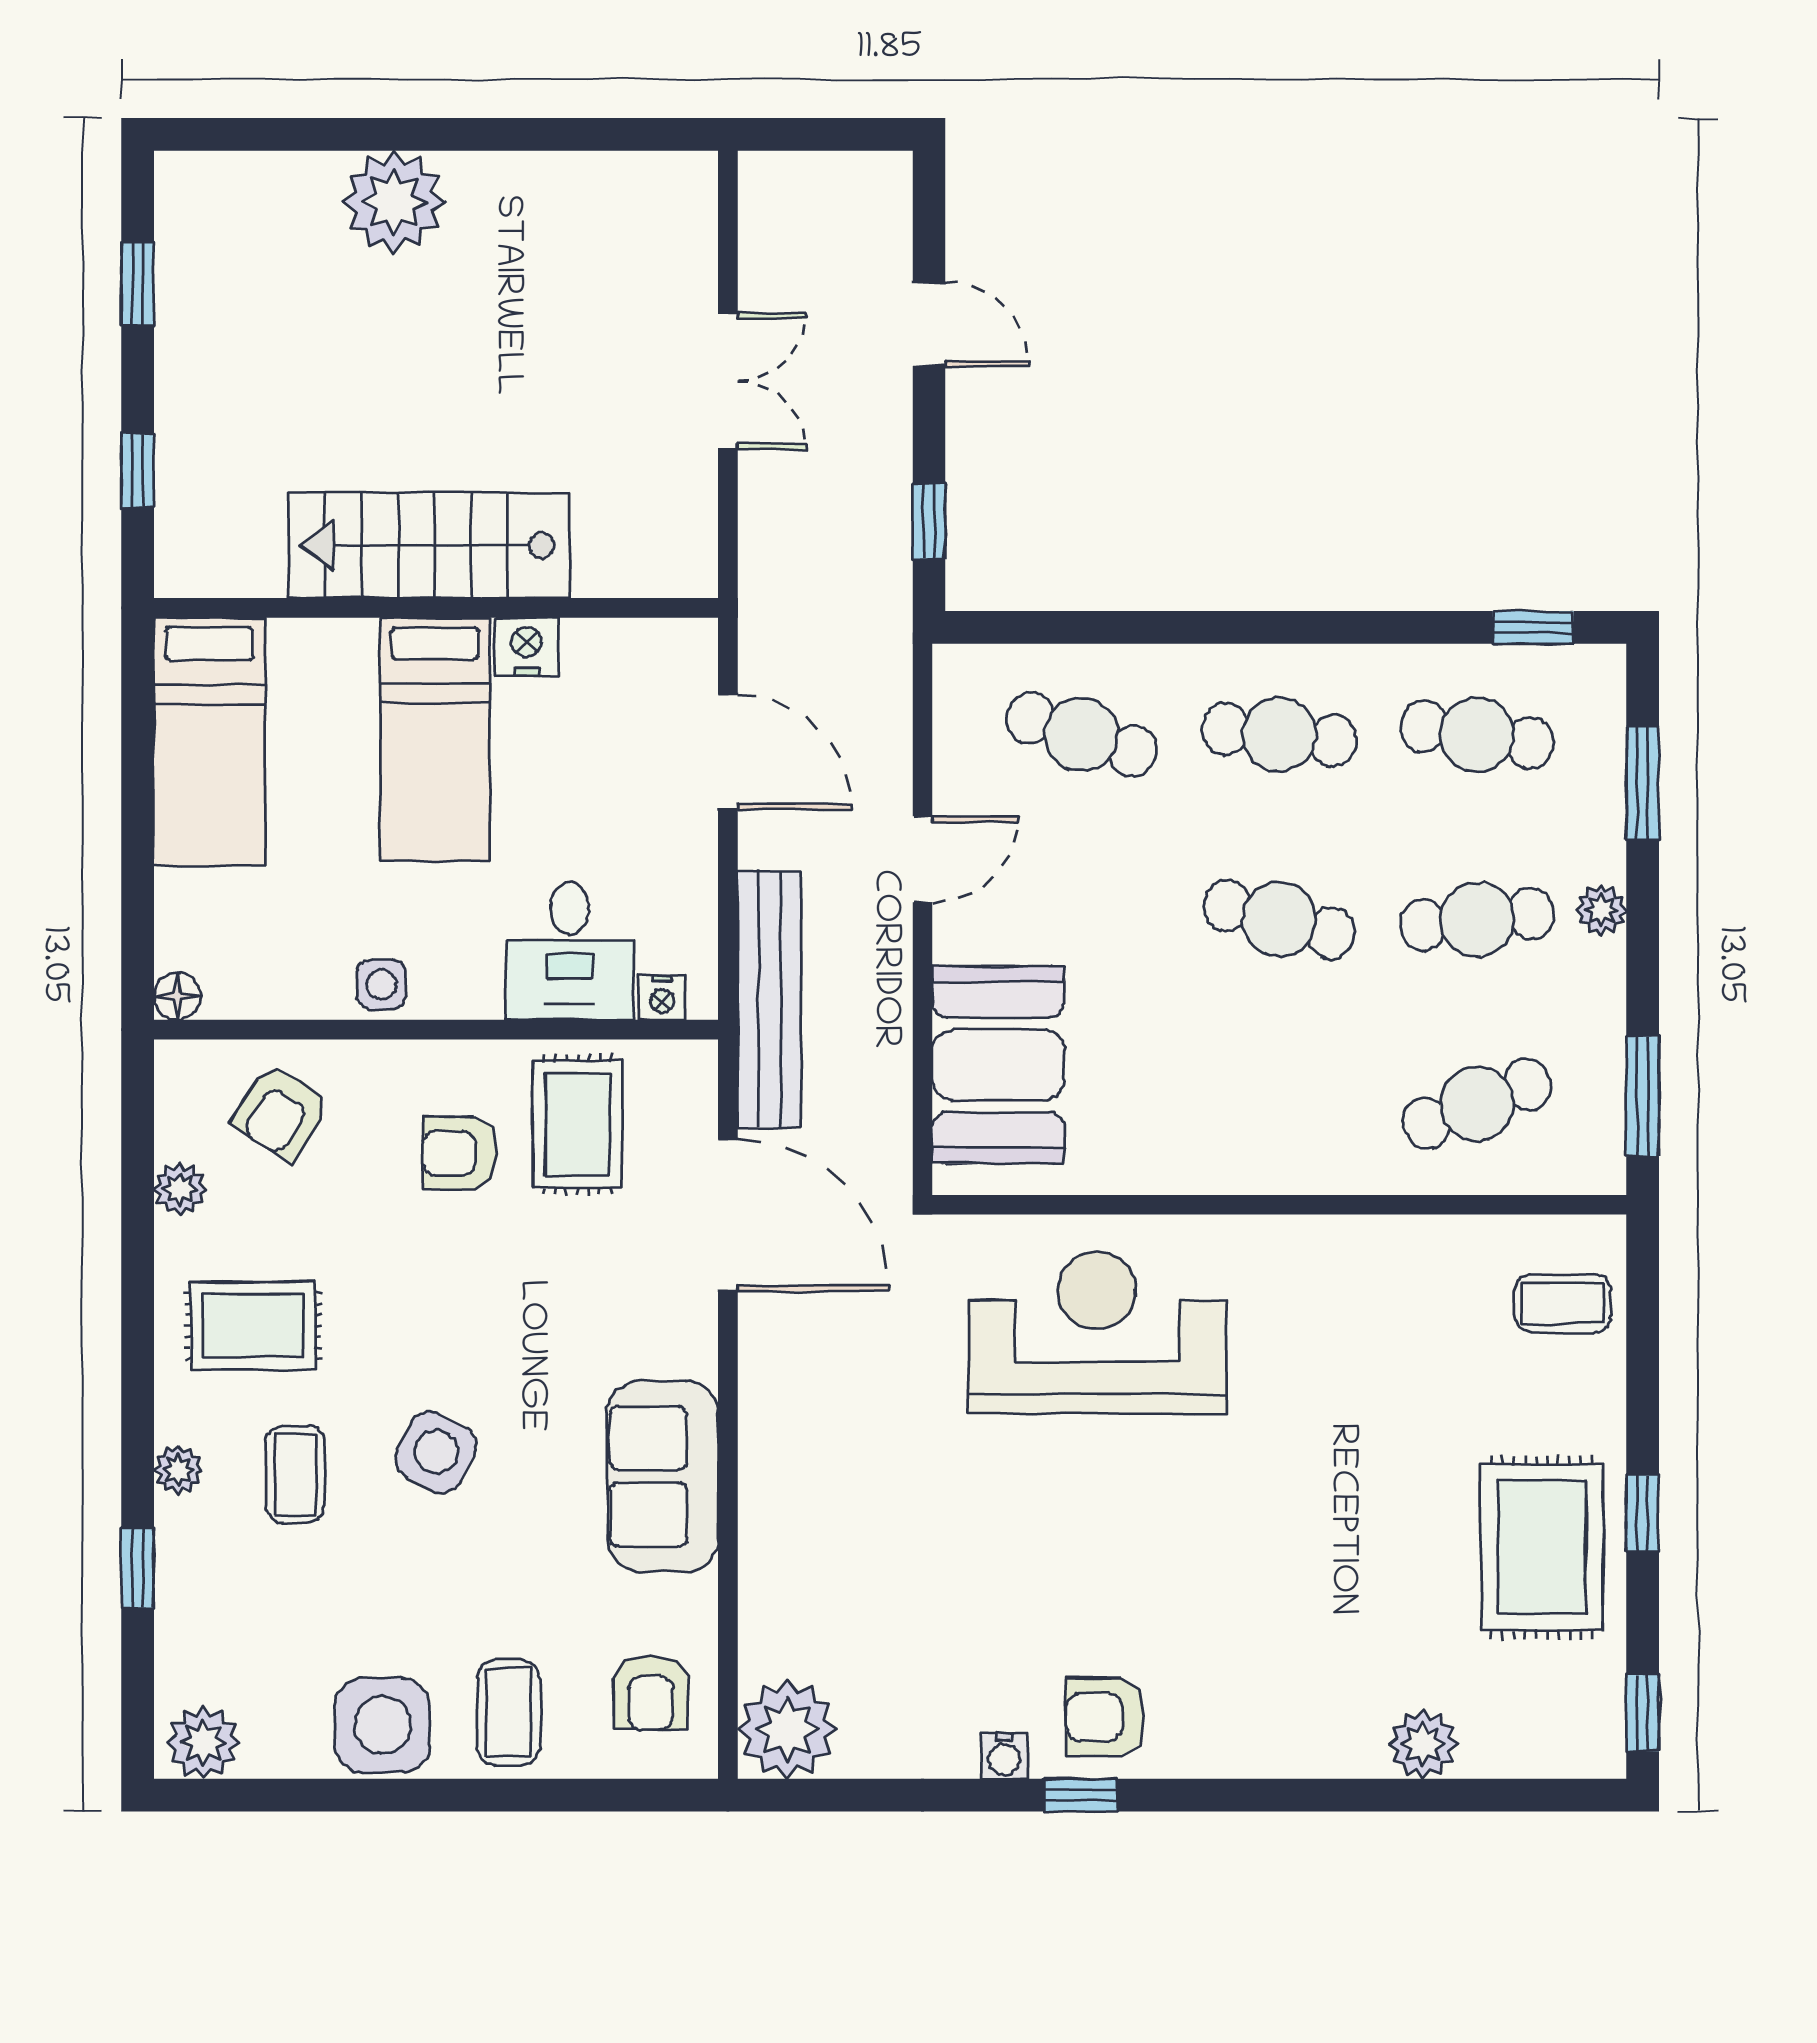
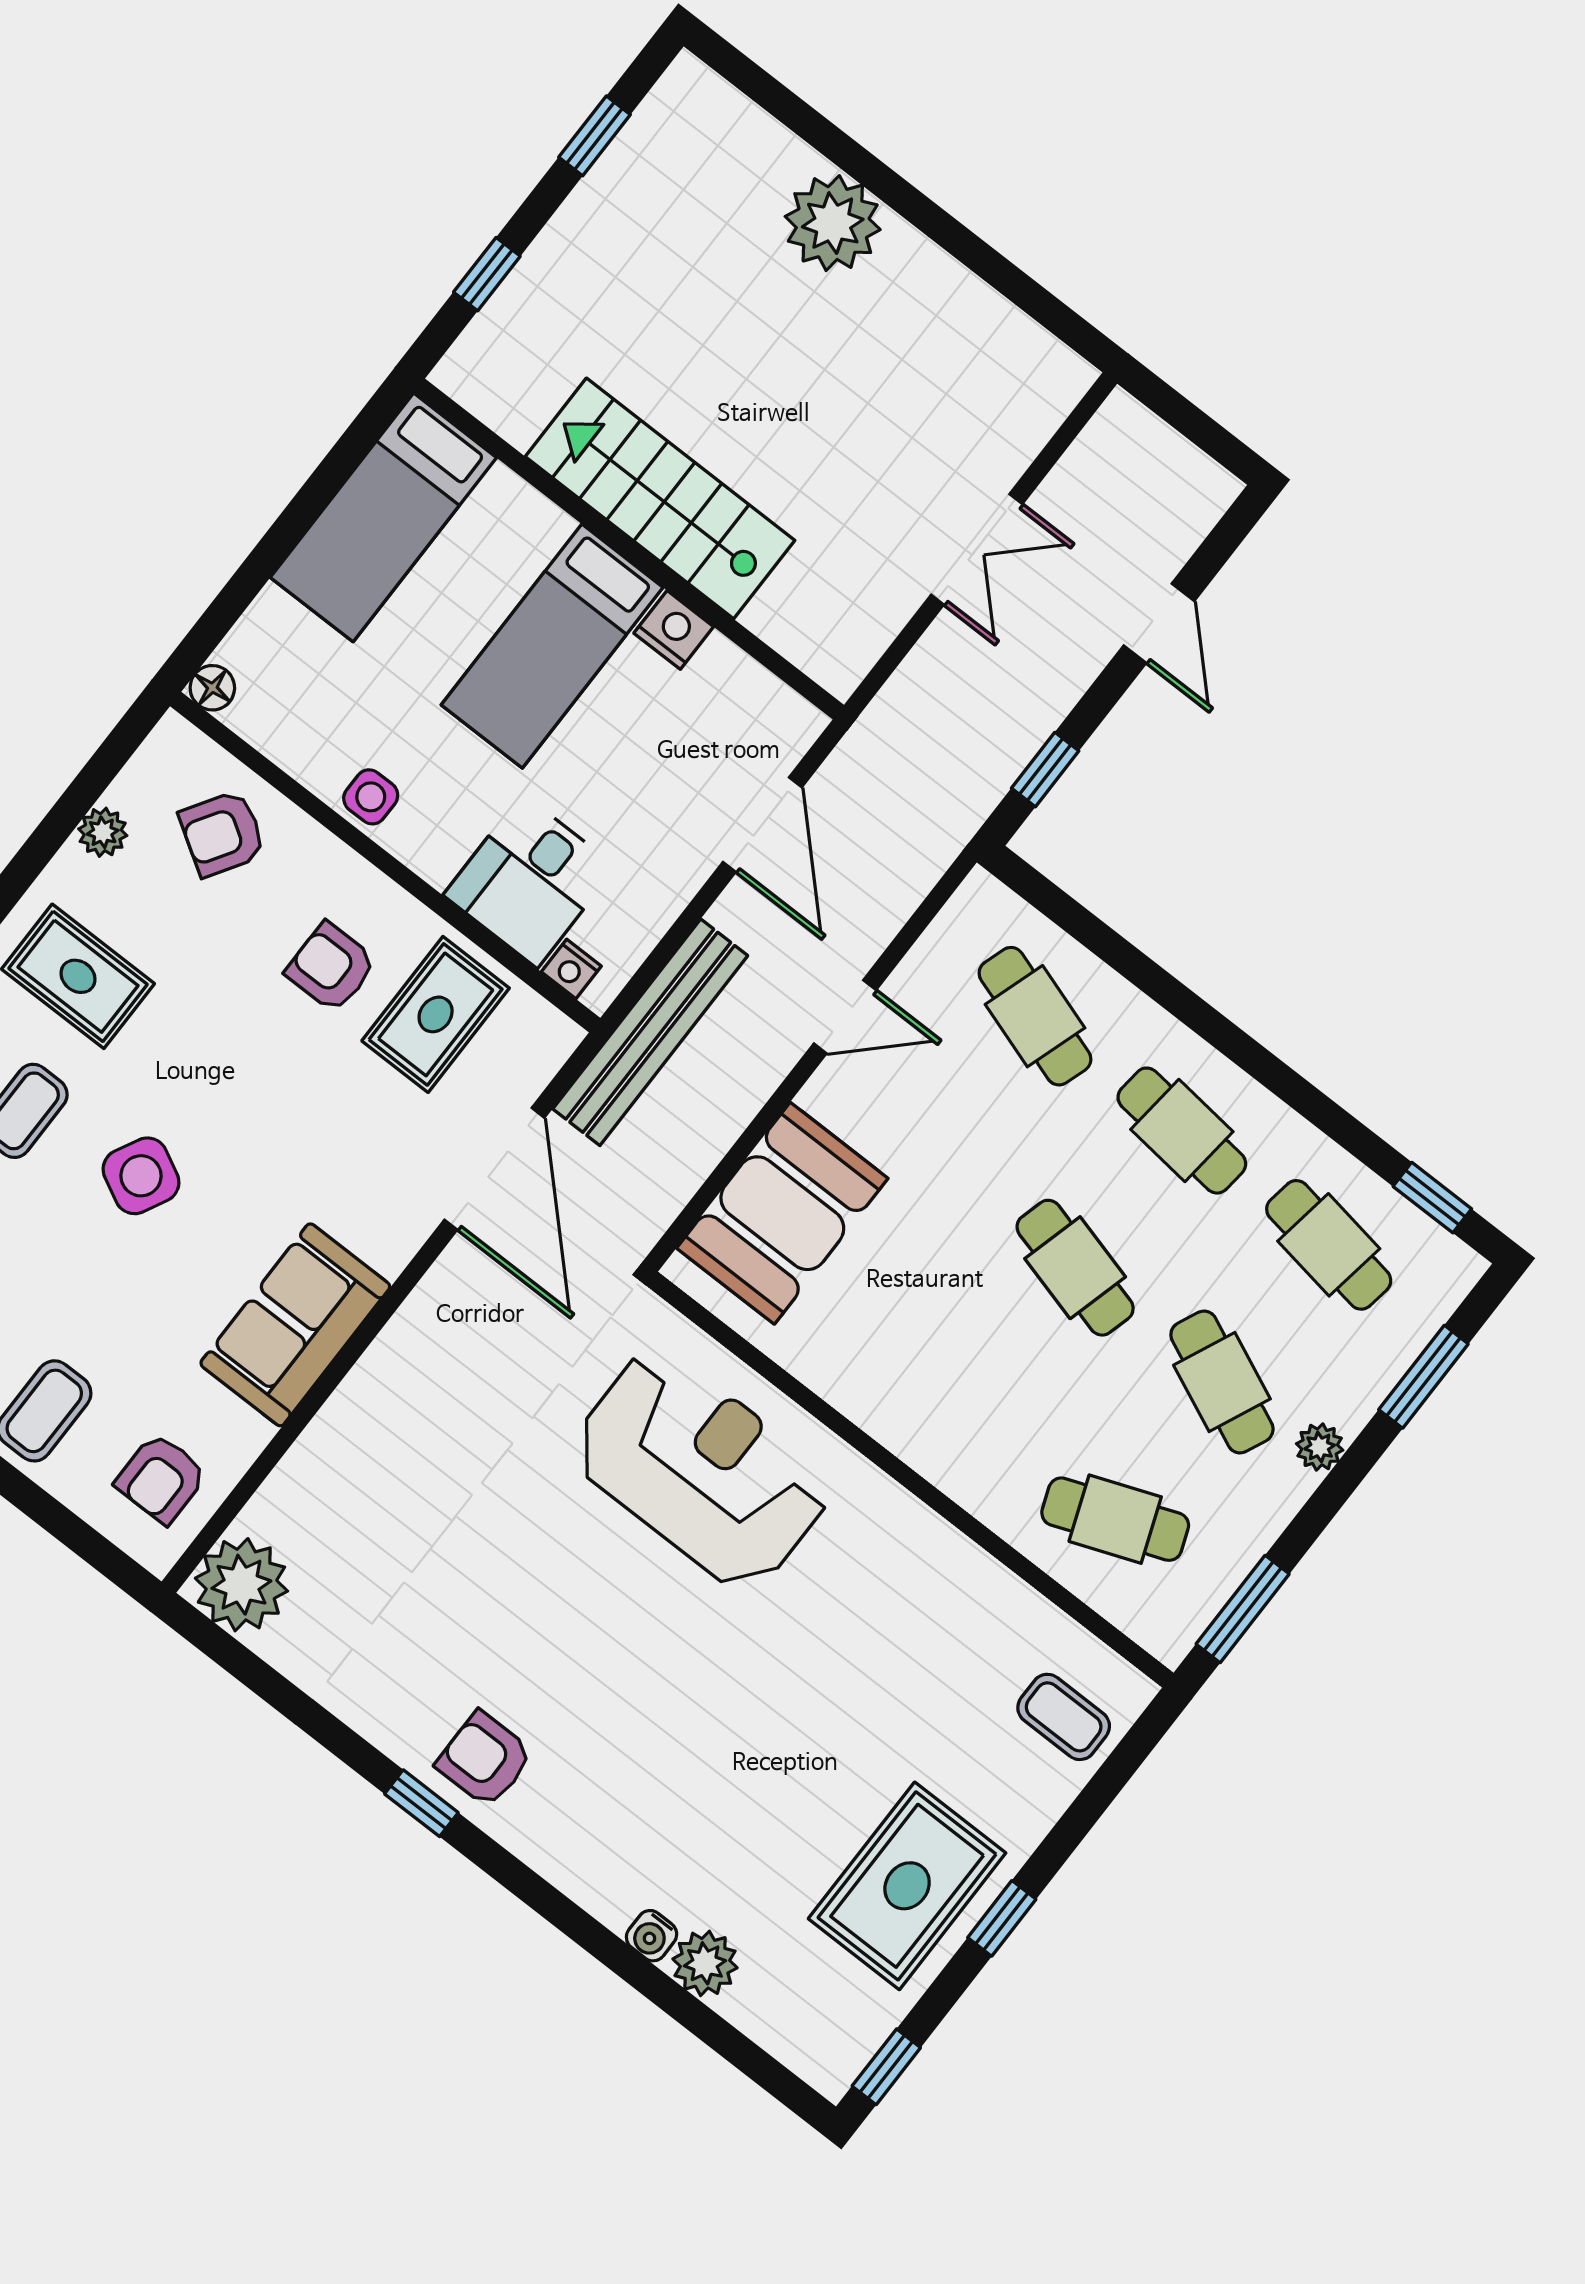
cafe table: (1477, 919) -> (1222, 1382), turned 30
water cooler: (1004, 1756) -> (652, 1936), moved

